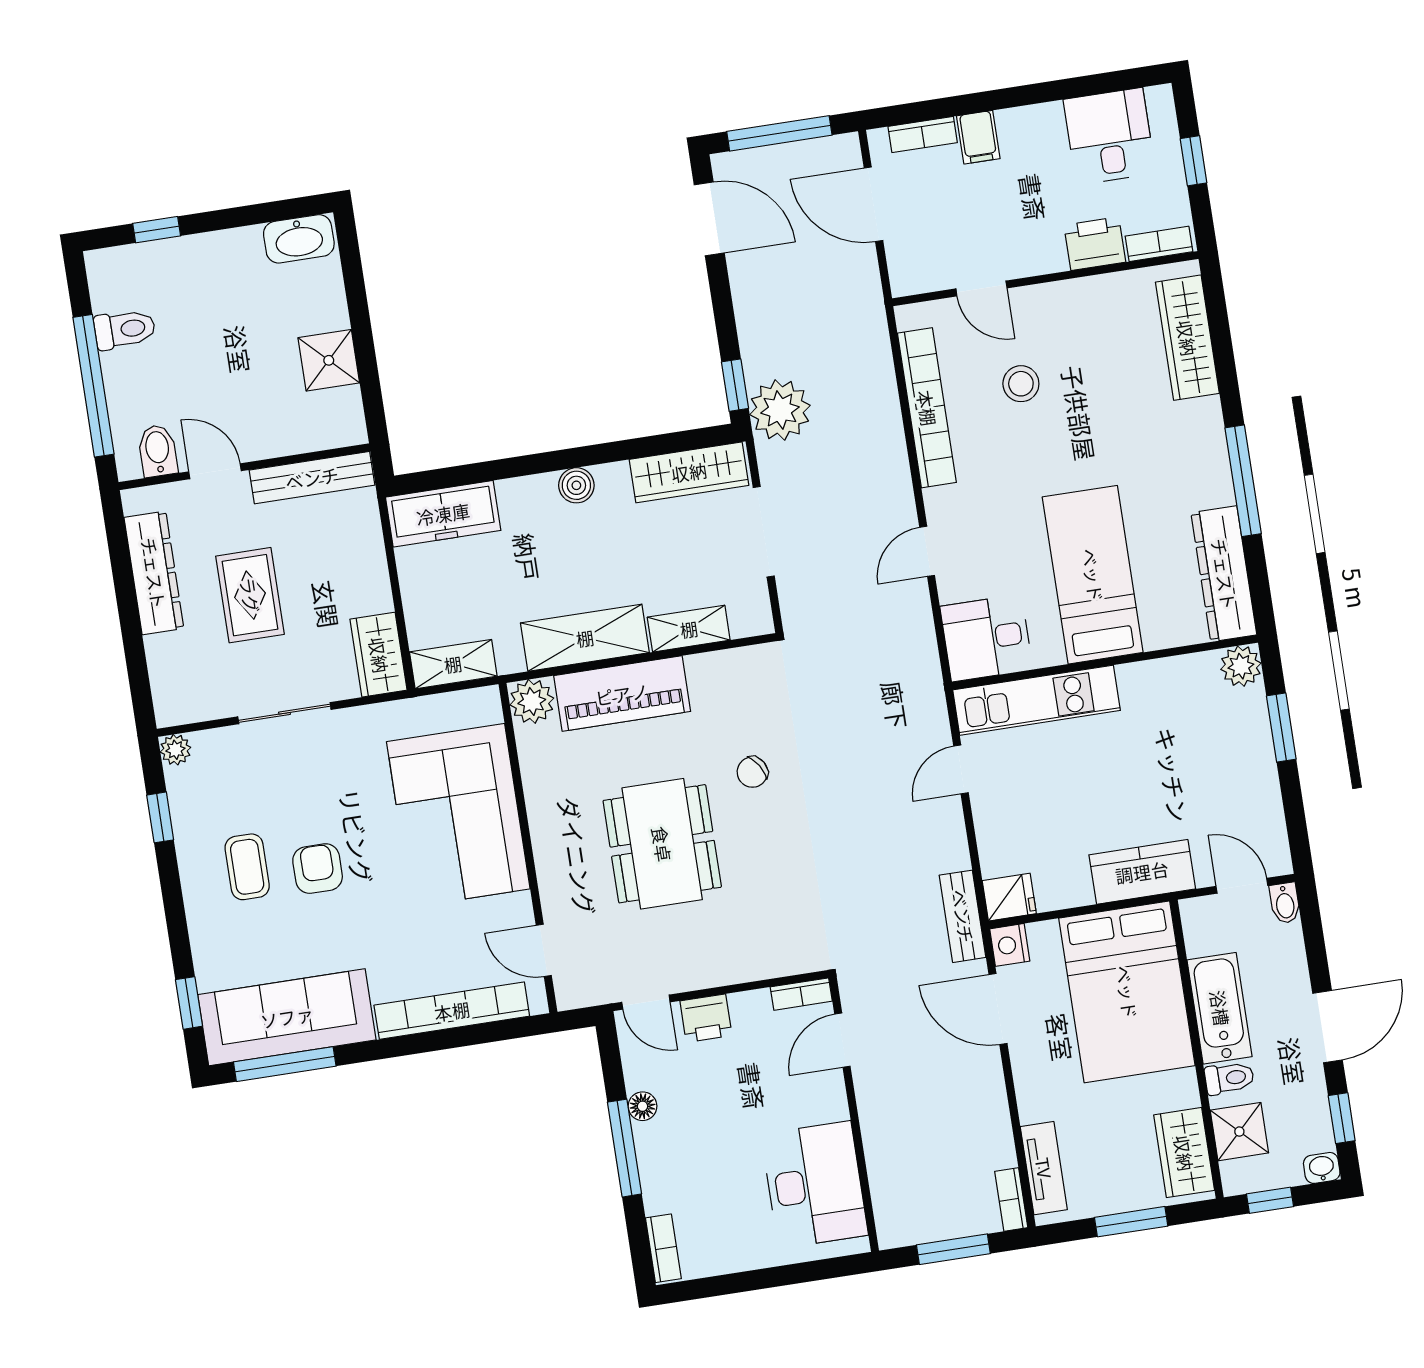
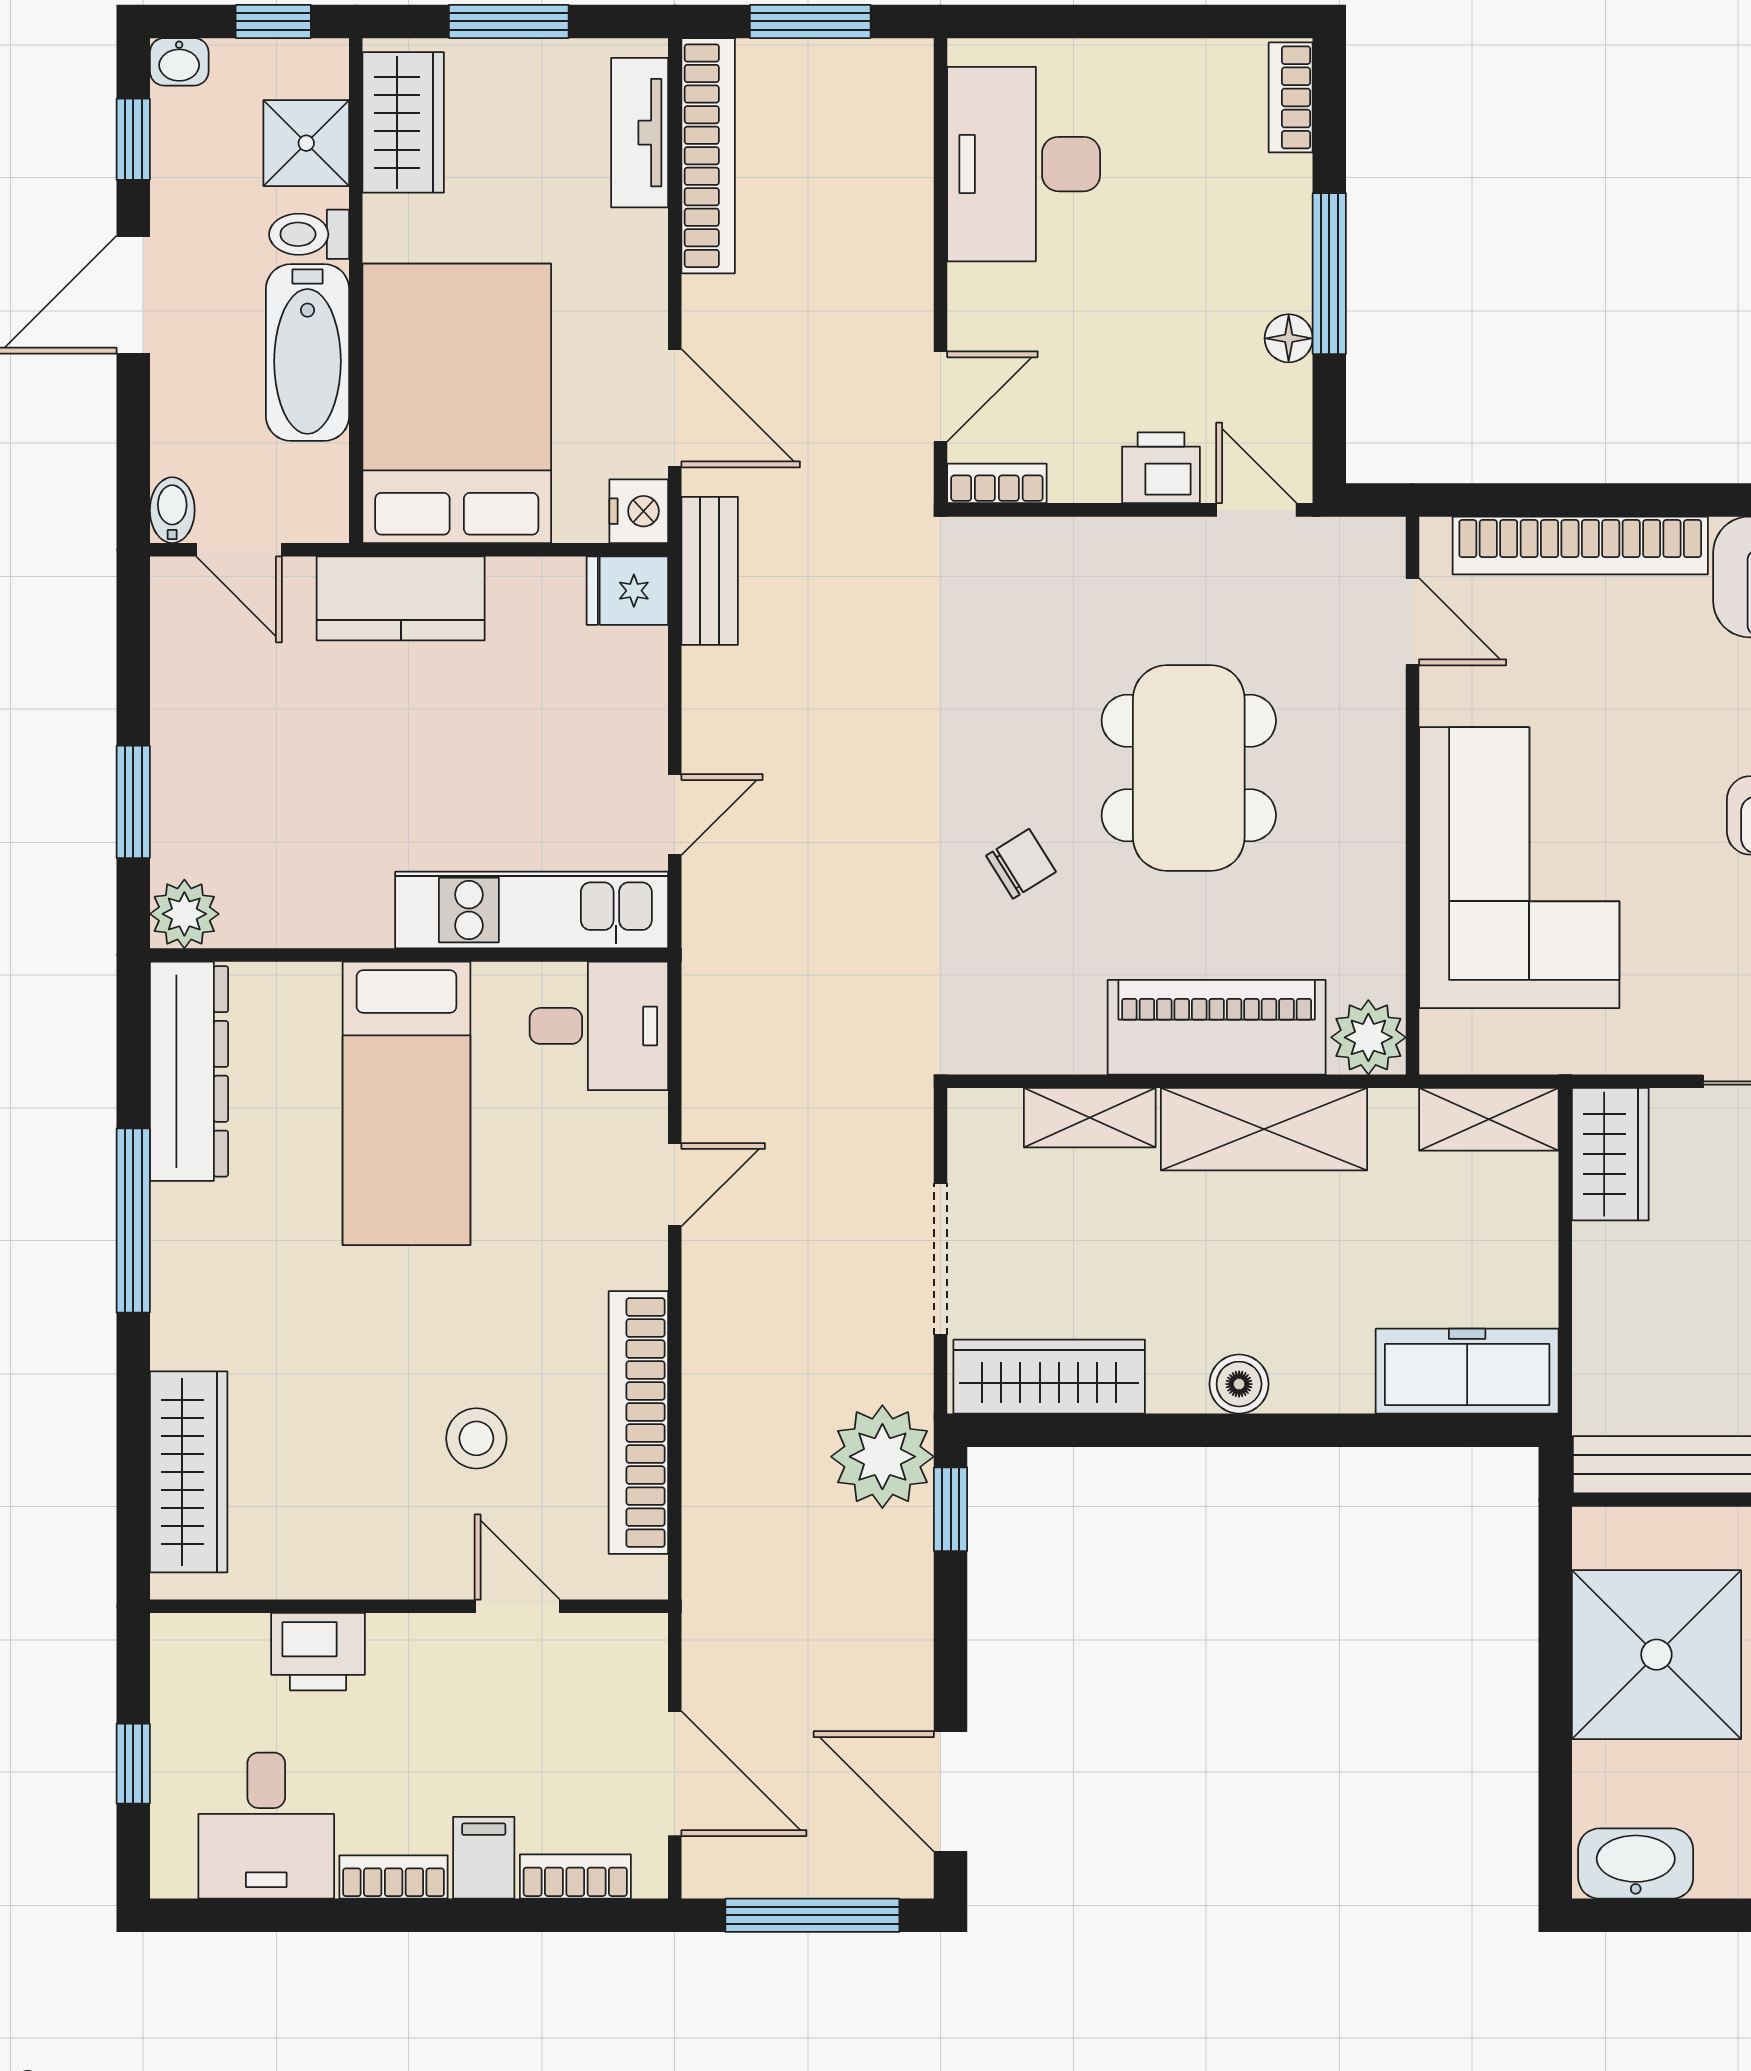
bookcase: (1159, 244) -> (394, 1877), moved, turned 180
shower: (329, 360) -> (1656, 1655), width x1.86, depth x1.86
bookcase: (1011, 1200) -> (708, 156), width x2.31, depth x1.31

